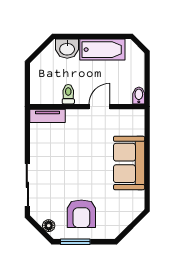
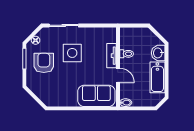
tv unit: (47, 116) -> (112, 56), moved
sofa: (129, 163) -> (96, 96), moved
side table: (67, 173) -> (72, 53), added
armchair: (81, 214) -> (44, 63), turned 90

